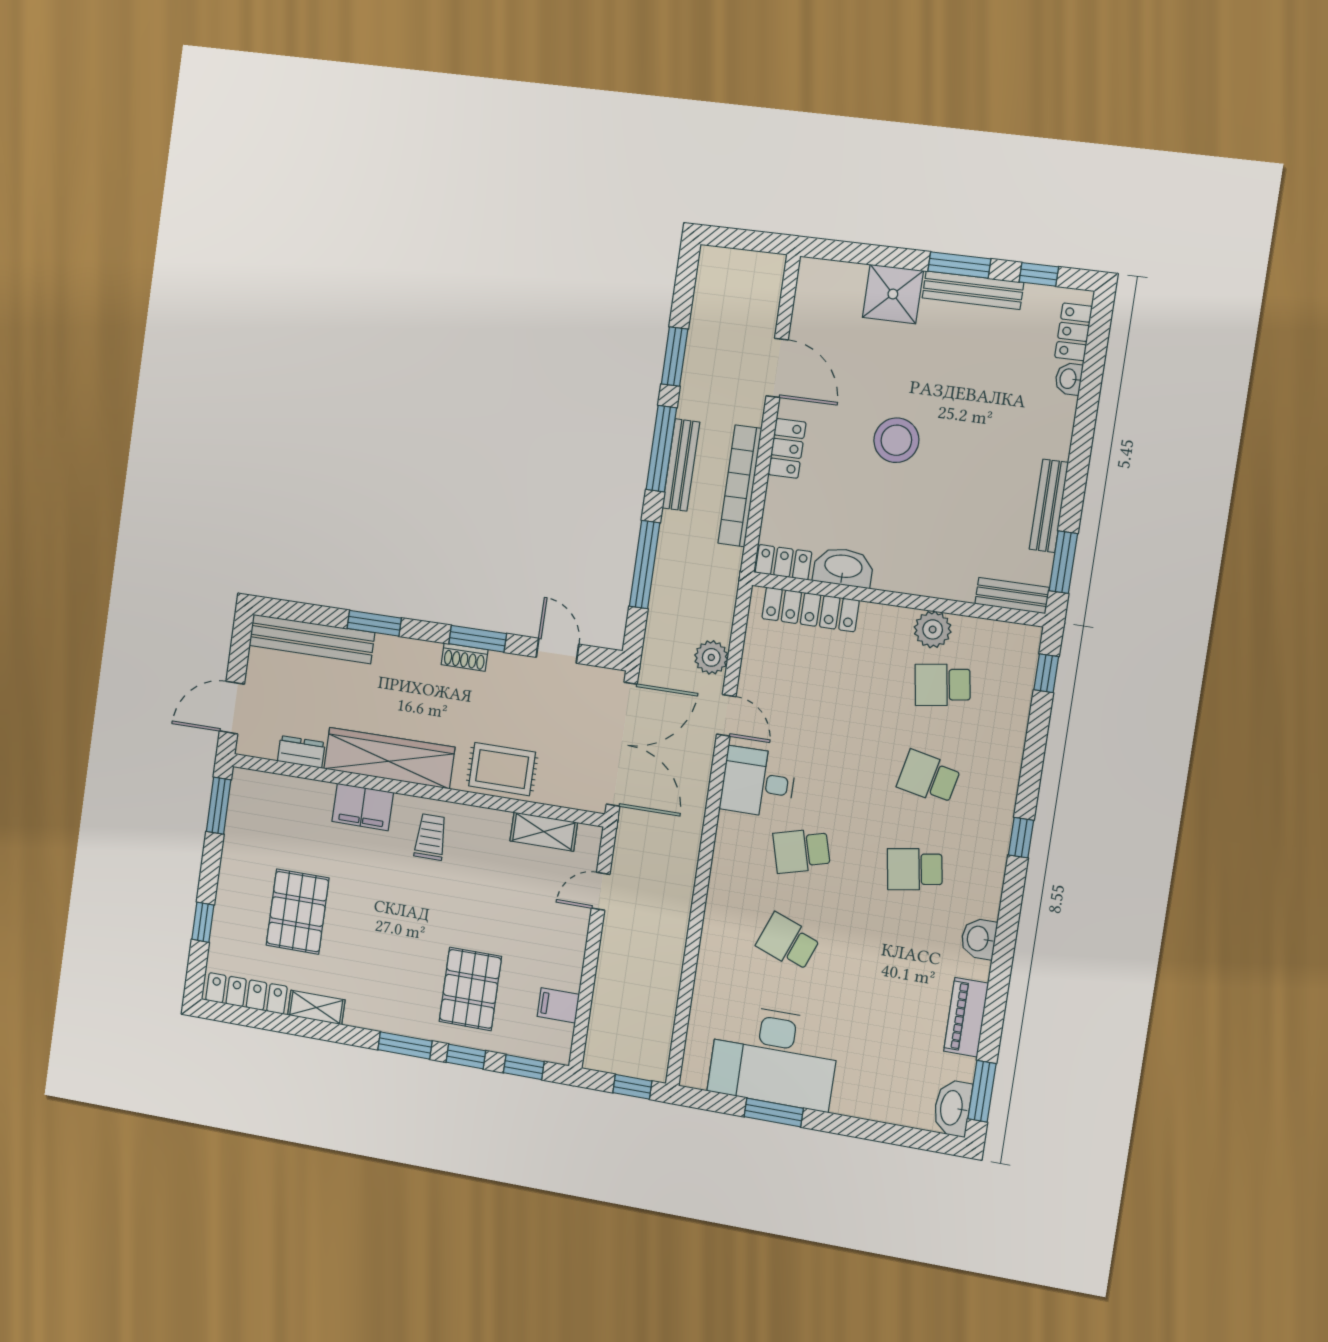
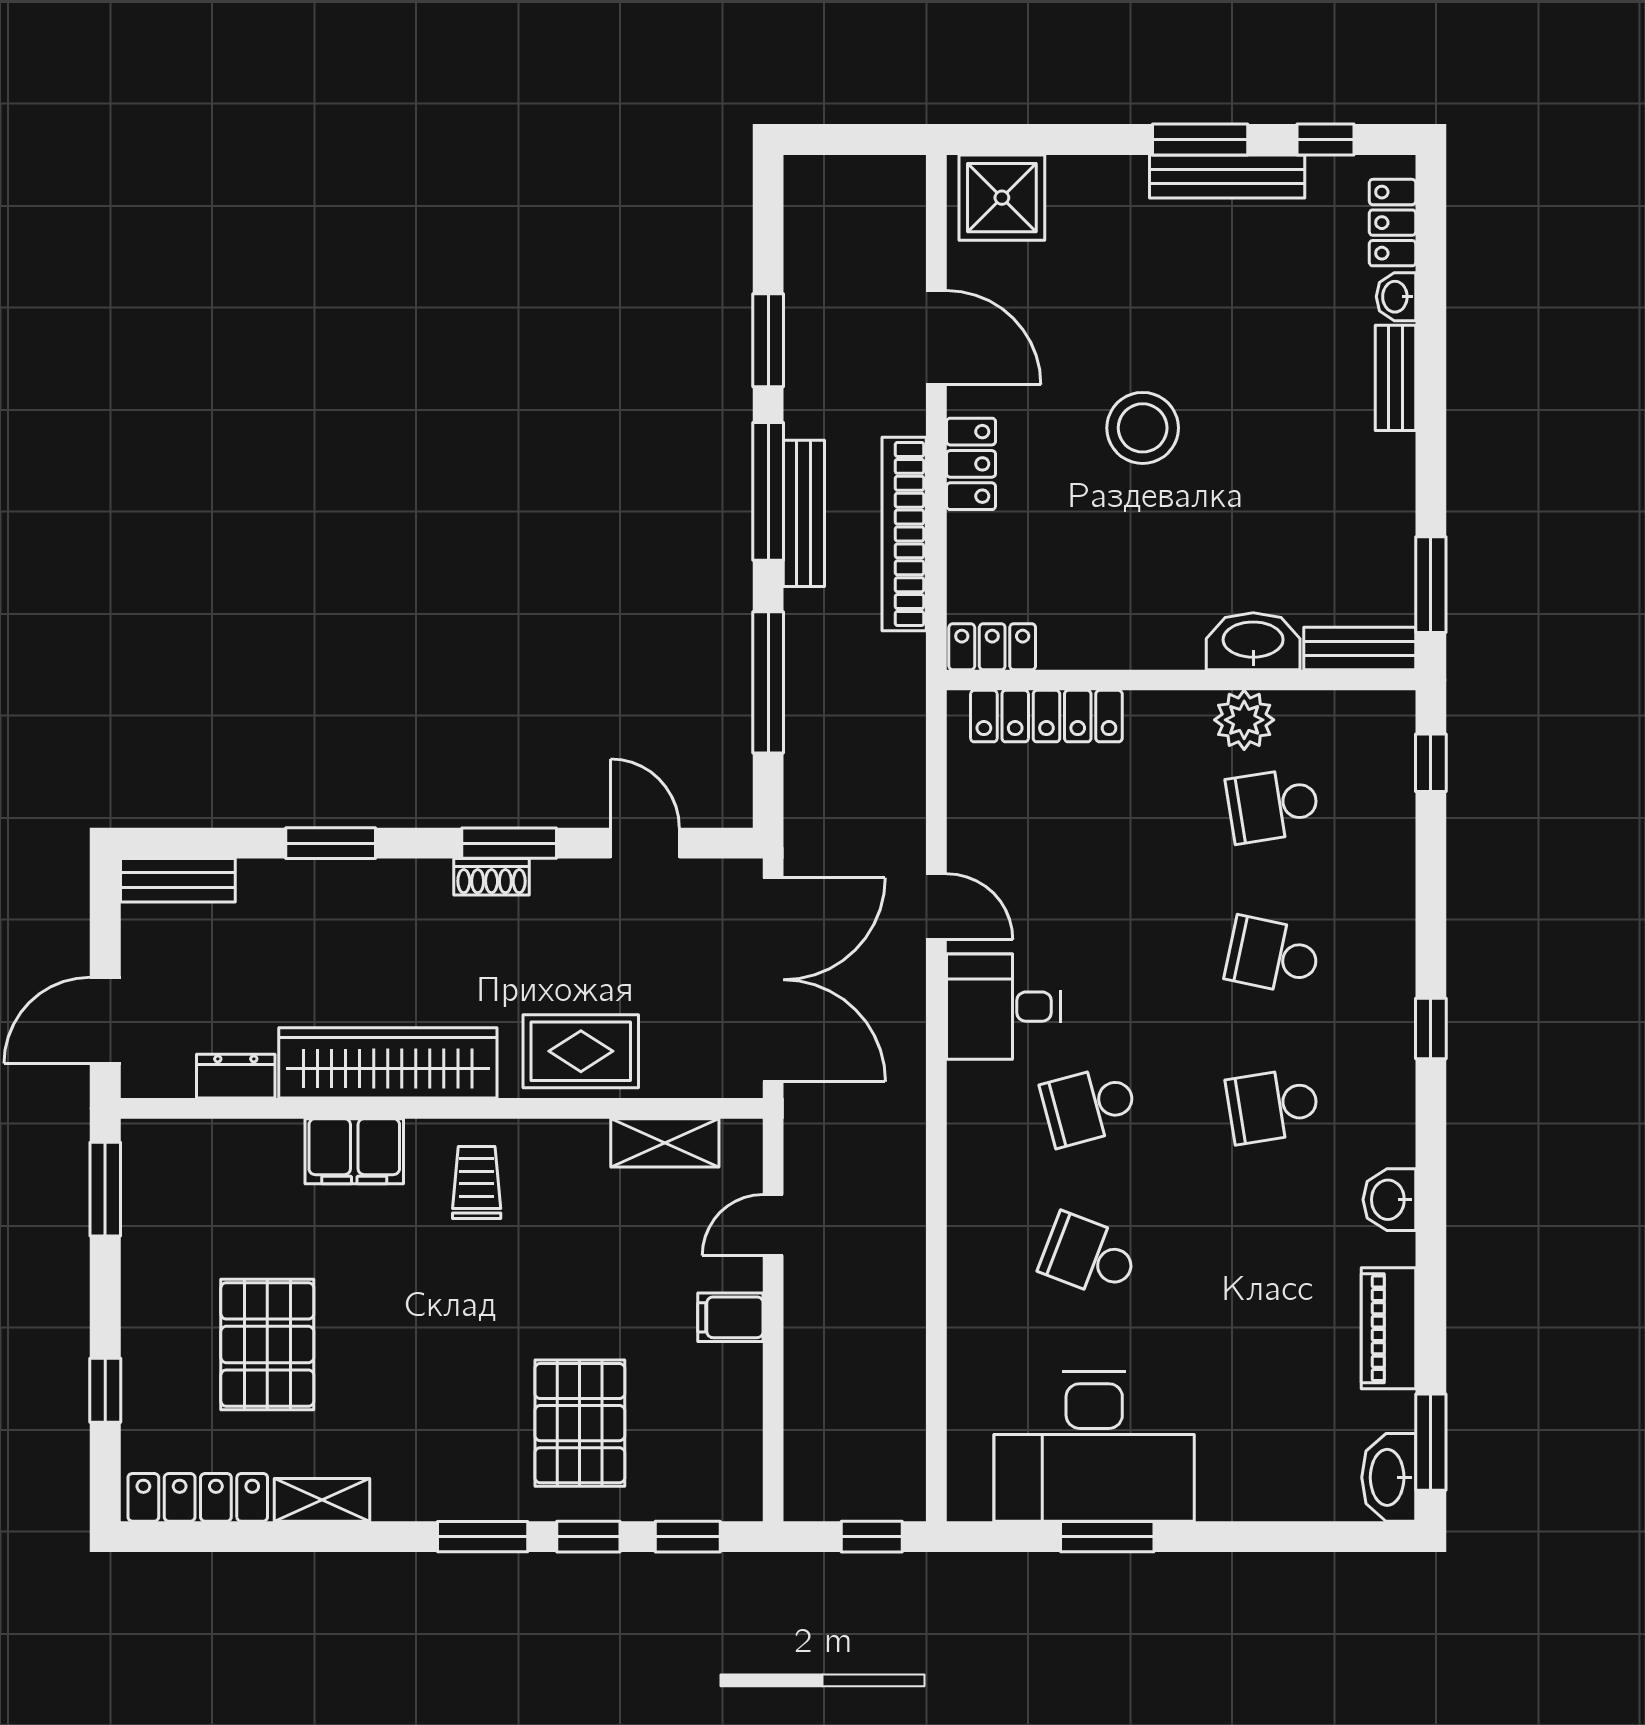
shower: (893, 294) -> (1002, 198), moved
bench: (1049, 506) -> (1395, 378), moved, width x0.73
washbasin: (843, 567) -> (1253, 641), moved
bench: (312, 639) -> (178, 880), width x0.54, depth x0.82
plant: (711, 657) -> (898, 817), removed
filing cabinet: (558, 1005) -> (730, 1317), moved

